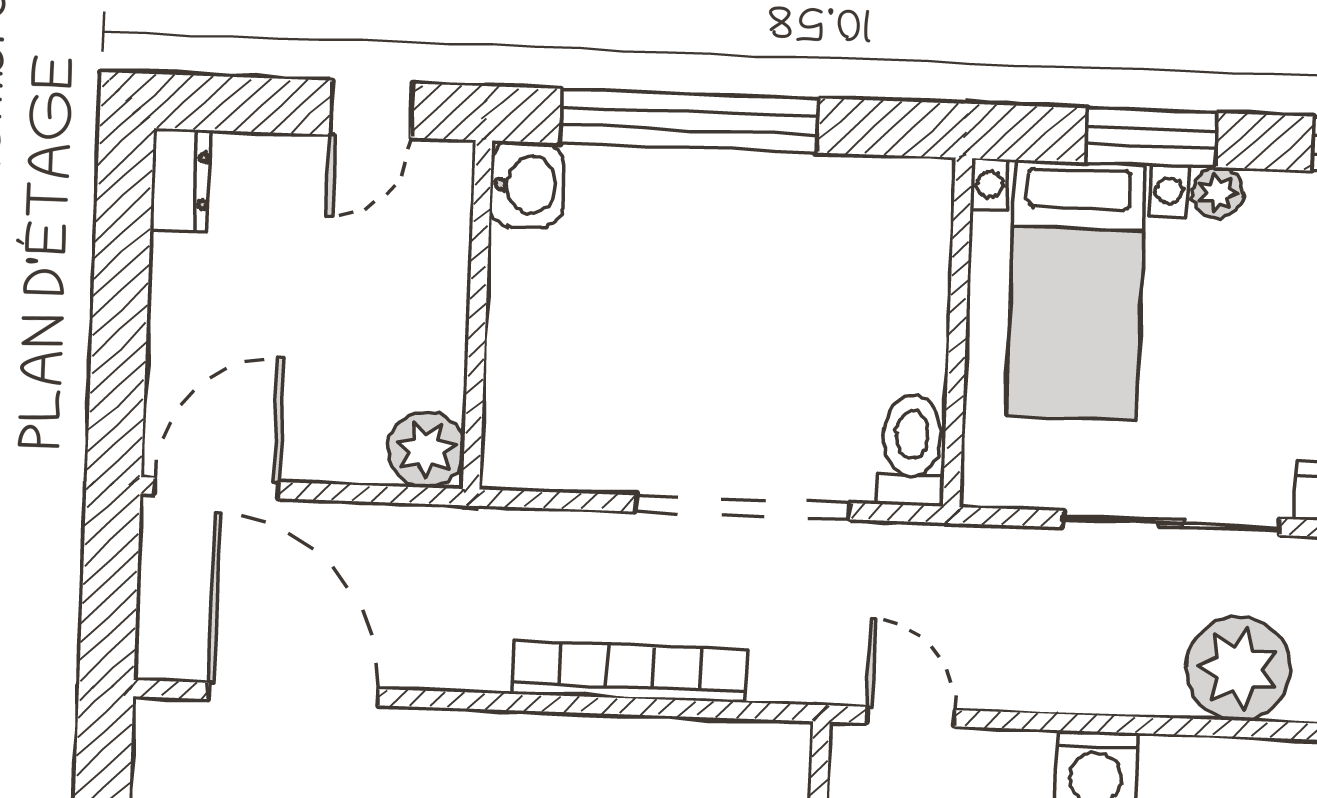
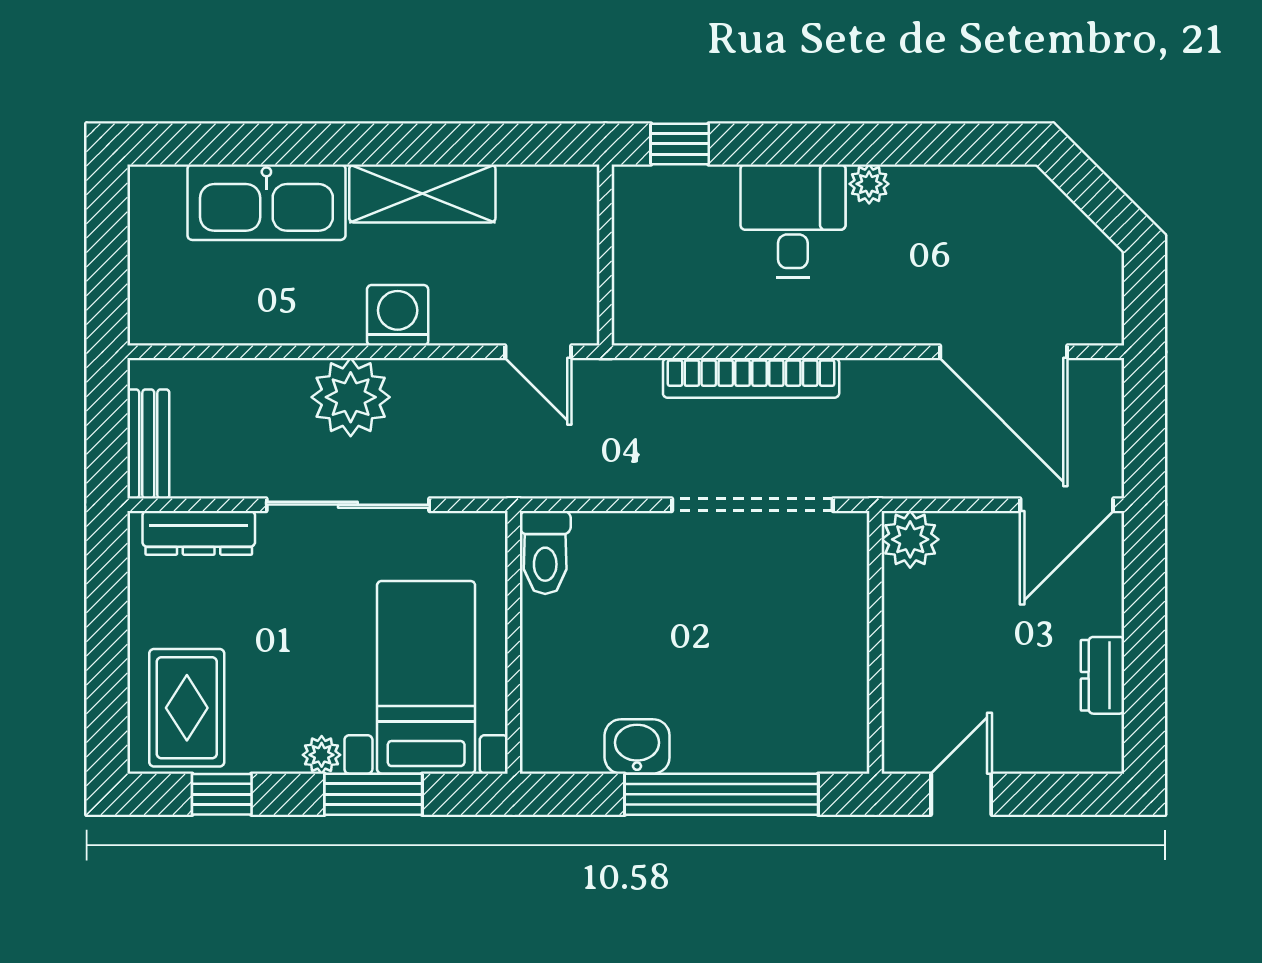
dresser: (181, 180) -> (1103, 675), moved
washbasin: (527, 185) -> (637, 746), moved, turned 90
doorway: (743, 507) -> (752, 505), moved
plant: (1239, 668) -> (351, 397), moved

